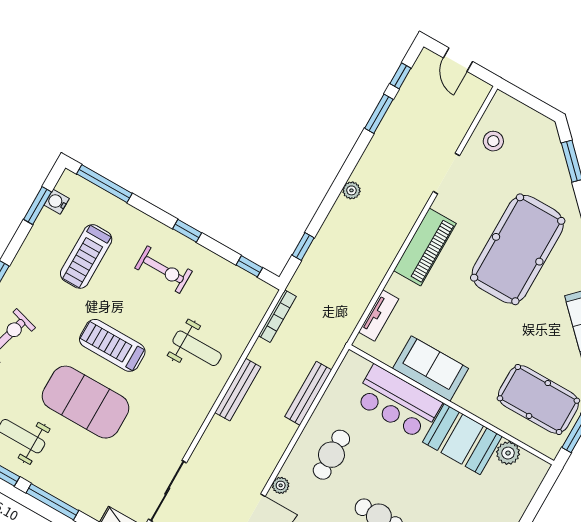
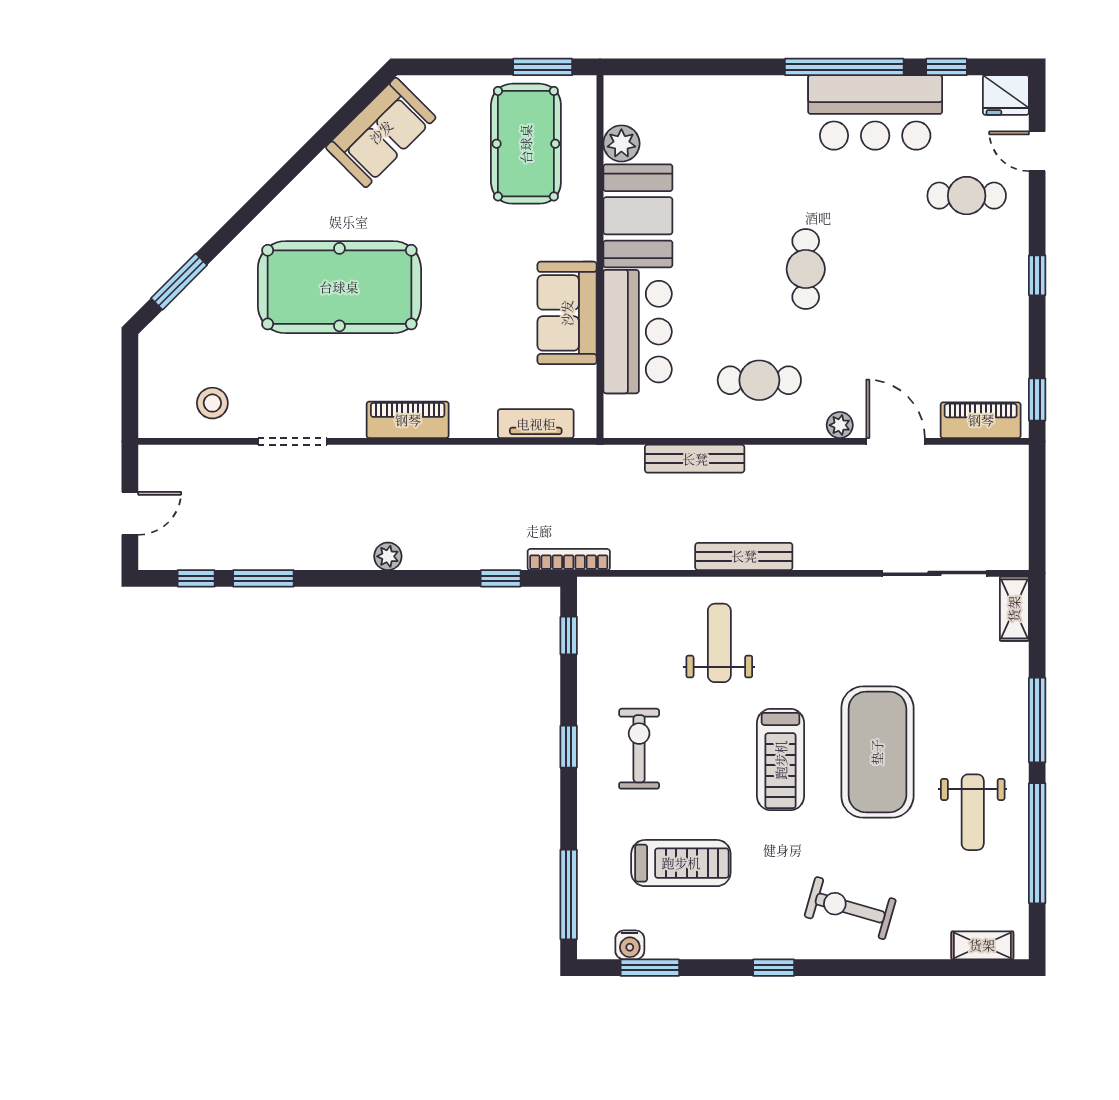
piano: (425, 247) -> (408, 420), width x0.73, depth x0.75
bookcase: (277, 316) -> (569, 560), moved

